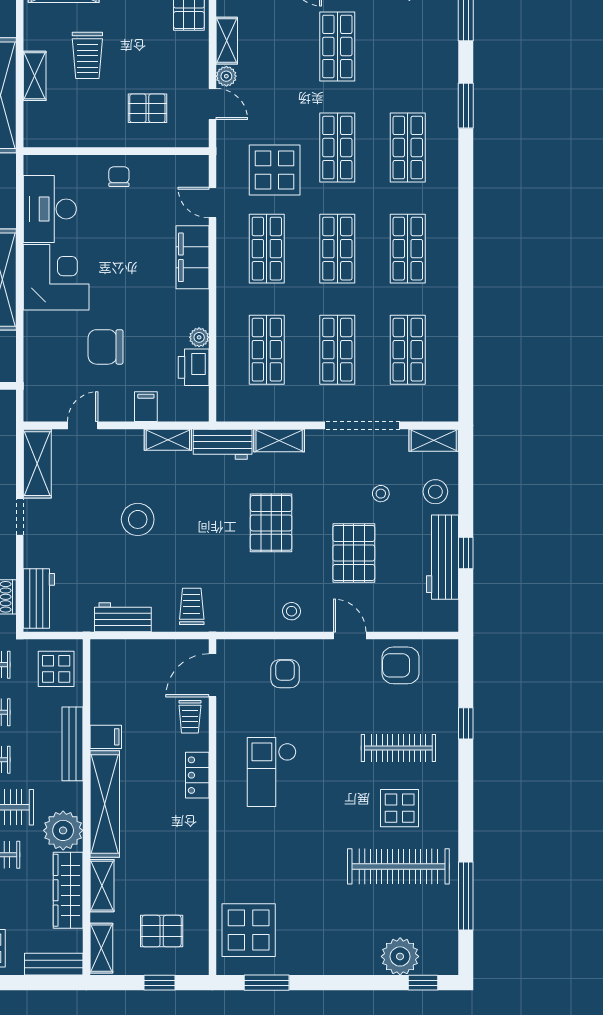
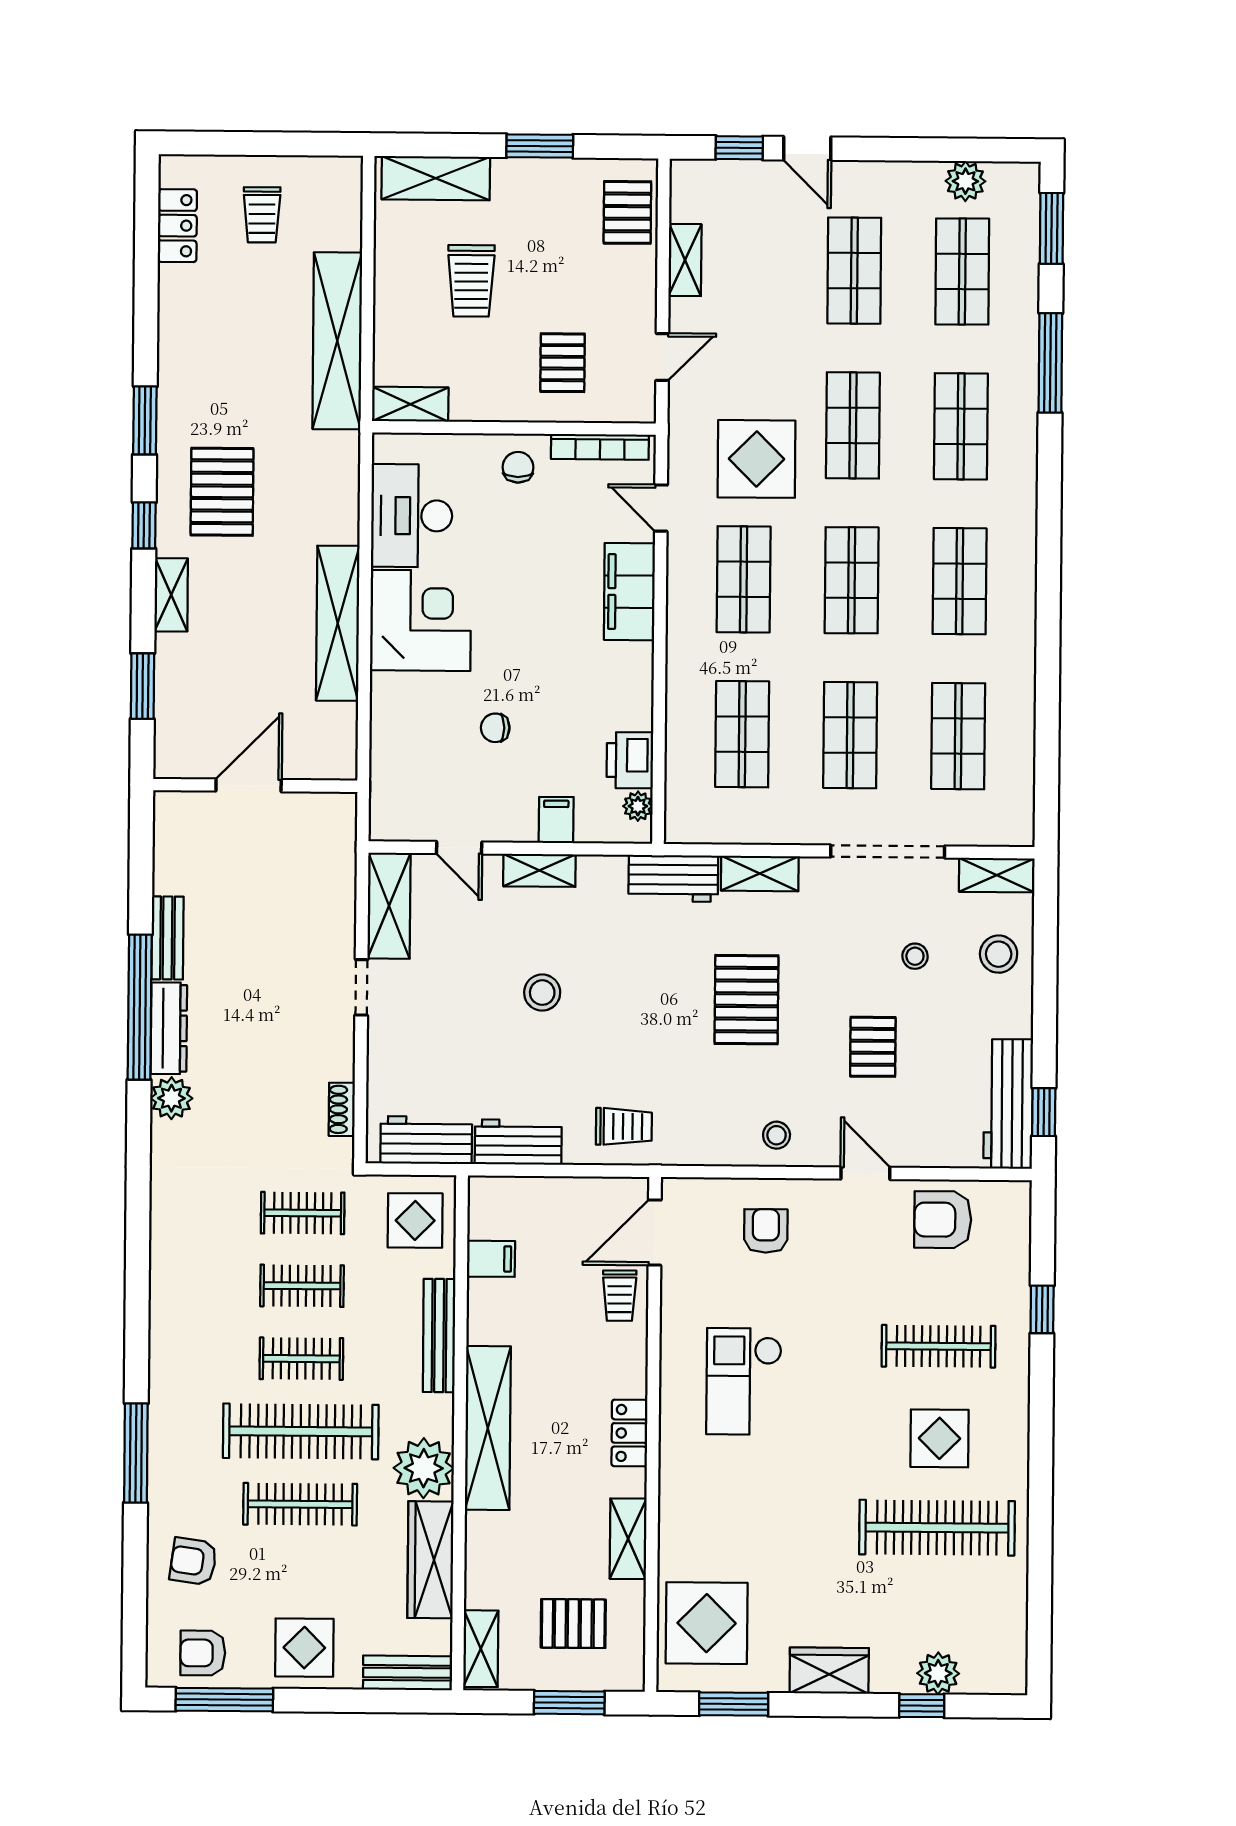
shop shelf: (408, 46) -> (962, 272), added
shelving: (35, 76) -> (410, 404), moved, turned 90
plant: (226, 76) -> (684, 315), removed
door: (212, 104) -> (662, 357), hinge flipped
window: (466, 106) -> (1050, 363), width x1.44
pallet: (147, 108) -> (563, 363), turned 90
bookcase: (172, 163) -> (600, 447), added
plant: (199, 337) -> (638, 806), moved
chair: (106, 347) -> (495, 728), width x0.54, depth x0.54
door: (83, 425) -> (459, 848), swing flipped
shelving: (168, 440) -> (539, 870), moved
stool: (138, 519) -> (542, 993), width x0.73, depth x0.73
pallet: (354, 553) -> (873, 1047), width x0.67, depth x0.71
window: (466, 553) -> (1044, 1112), moved
workbench: (442, 557) -> (1008, 1104), moved
workbench: (39, 599) -> (426, 1140), moved, turned -90
trolley: (192, 606) -> (624, 1126), turned 90
filing cabinet: (106, 737) -> (491, 1259), moved
locker: (197, 775) -> (629, 1433), moved
shelving: (102, 886) -> (628, 1539), moved
window: (466, 896) -> (1040, 1574), removed
plant: (400, 956) -> (938, 1673), width x0.73, depth x0.73
wardrobe: (329, 960) -> (829, 1671), added
window: (159, 983) -> (569, 1703), width x1.50
window: (423, 983) -> (922, 1706), moved

